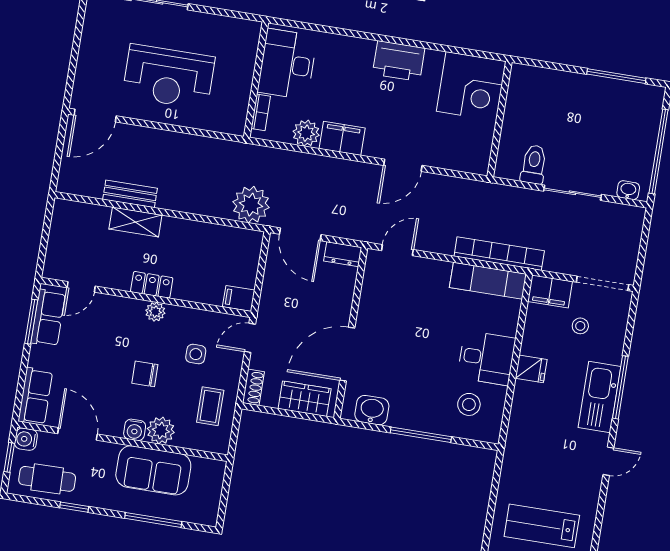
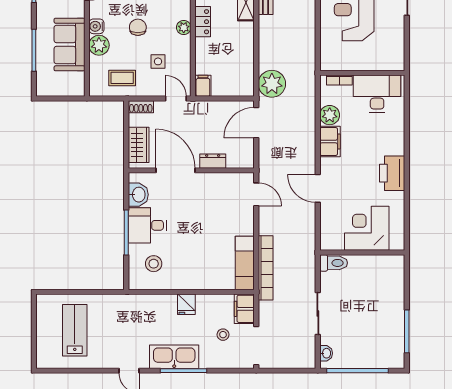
corner desk: (471, 86) -> (367, 228), moved, turned 90
toilet: (534, 164) -> (334, 263), moved
dresser: (343, 254) -> (213, 161), moved, turned 90
desk: (486, 358) -> (147, 225), moved, turned 90

